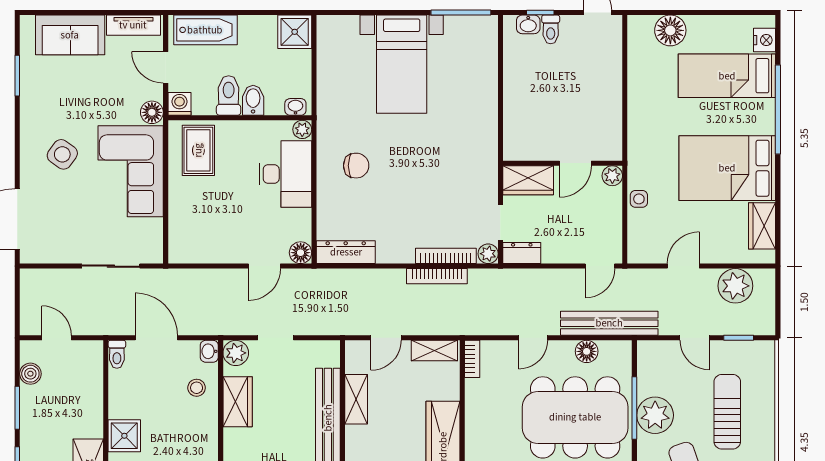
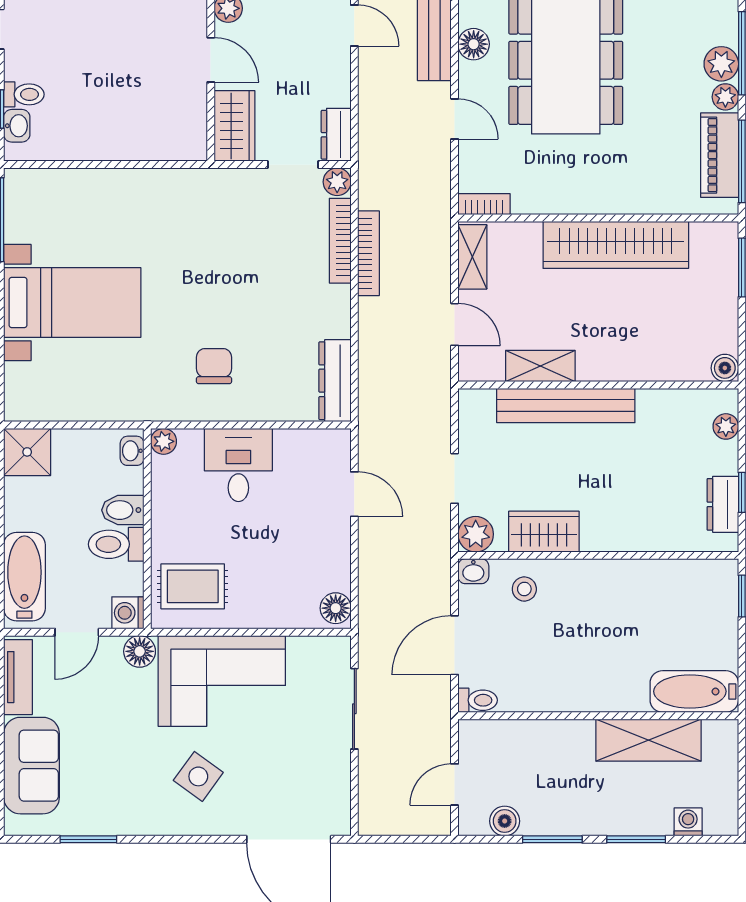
desk: (285, 174) -> (238, 465), width x0.73
floor lamp: (301, 253) -> (336, 608), moved
shower: (124, 436) -> (591, 690), removed

